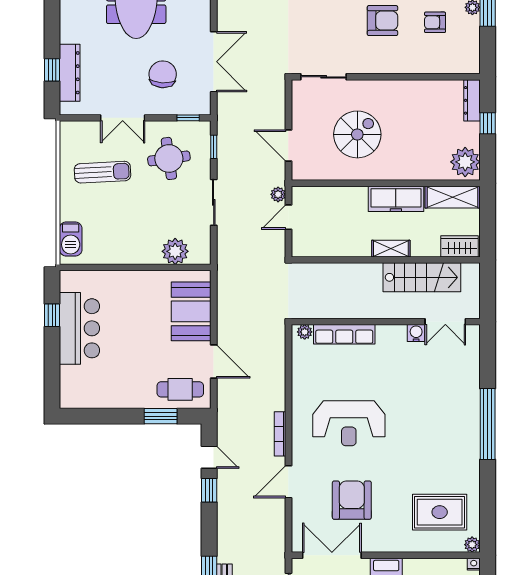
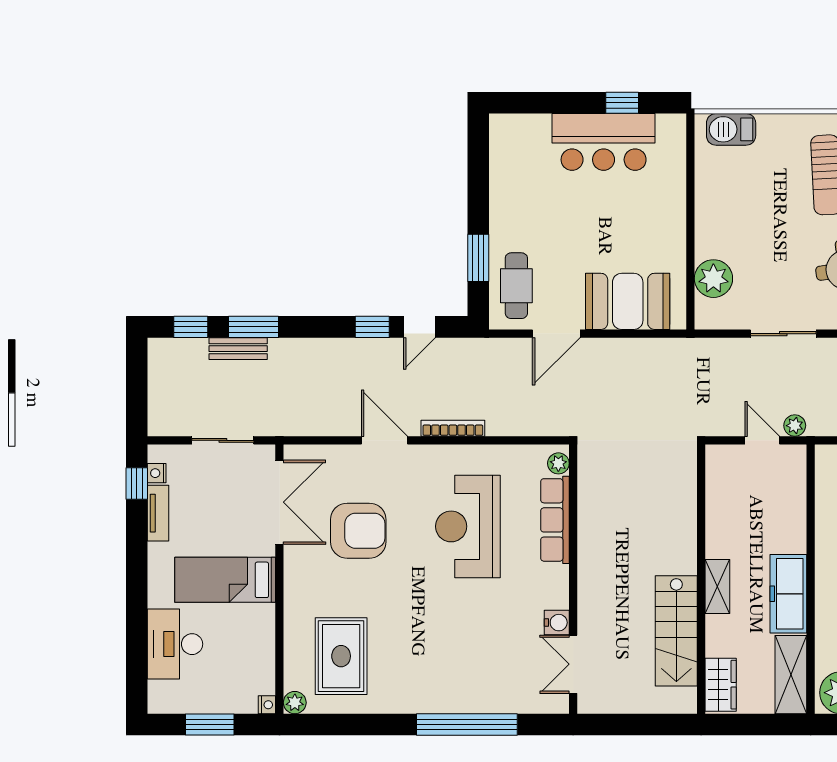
wall: (386, 322) -> (573, 579), moved
double door: (445, 322) -> (573, 664), moved
plant: (305, 332) -> (558, 463), moved
water cooler: (416, 333) -> (557, 623), moved
row of seats: (344, 334) -> (555, 520), moved

